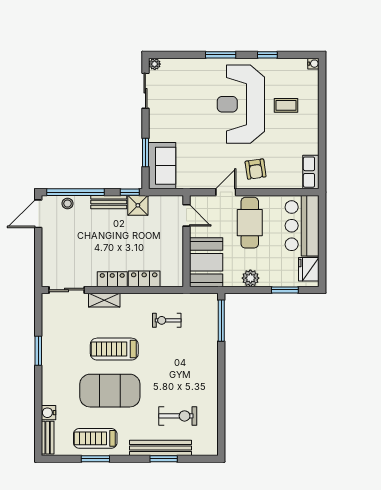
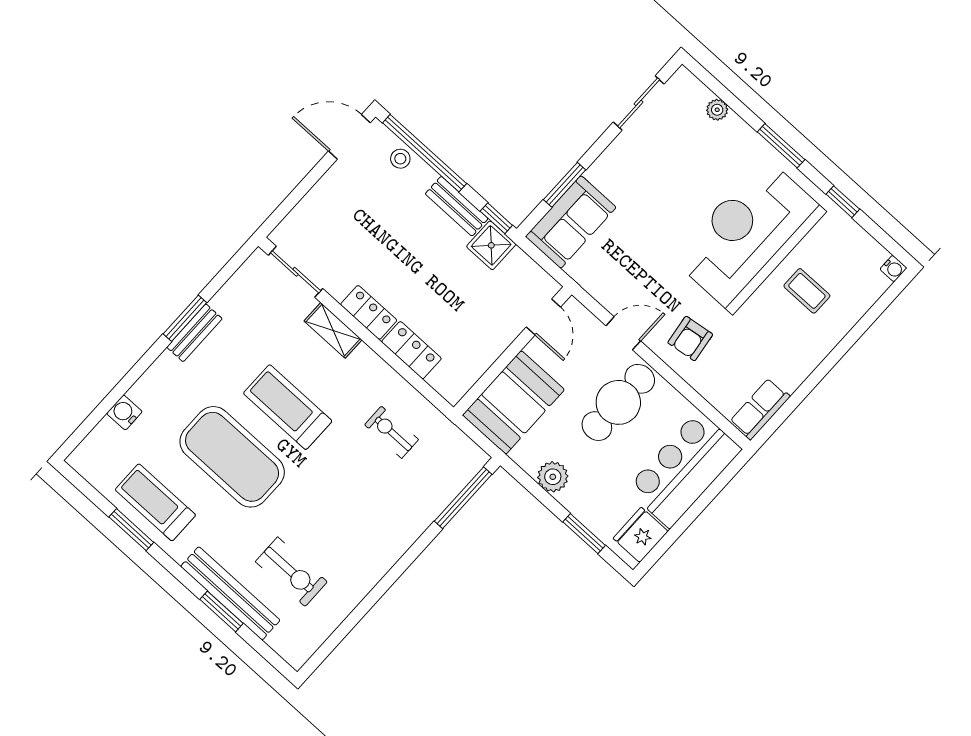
plant: (155, 64) -> (717, 110), moved
bench: (48, 438) -> (194, 333), moved

